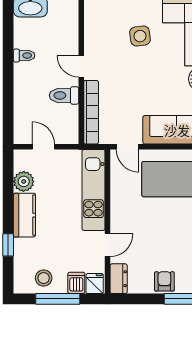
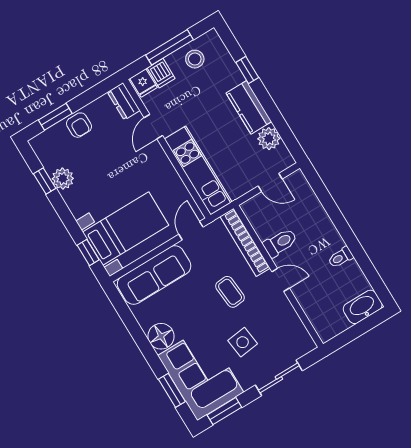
coffee table: (126, 81) -> (230, 292), added
door: (127, 147) -> (191, 231), hinge flipped

